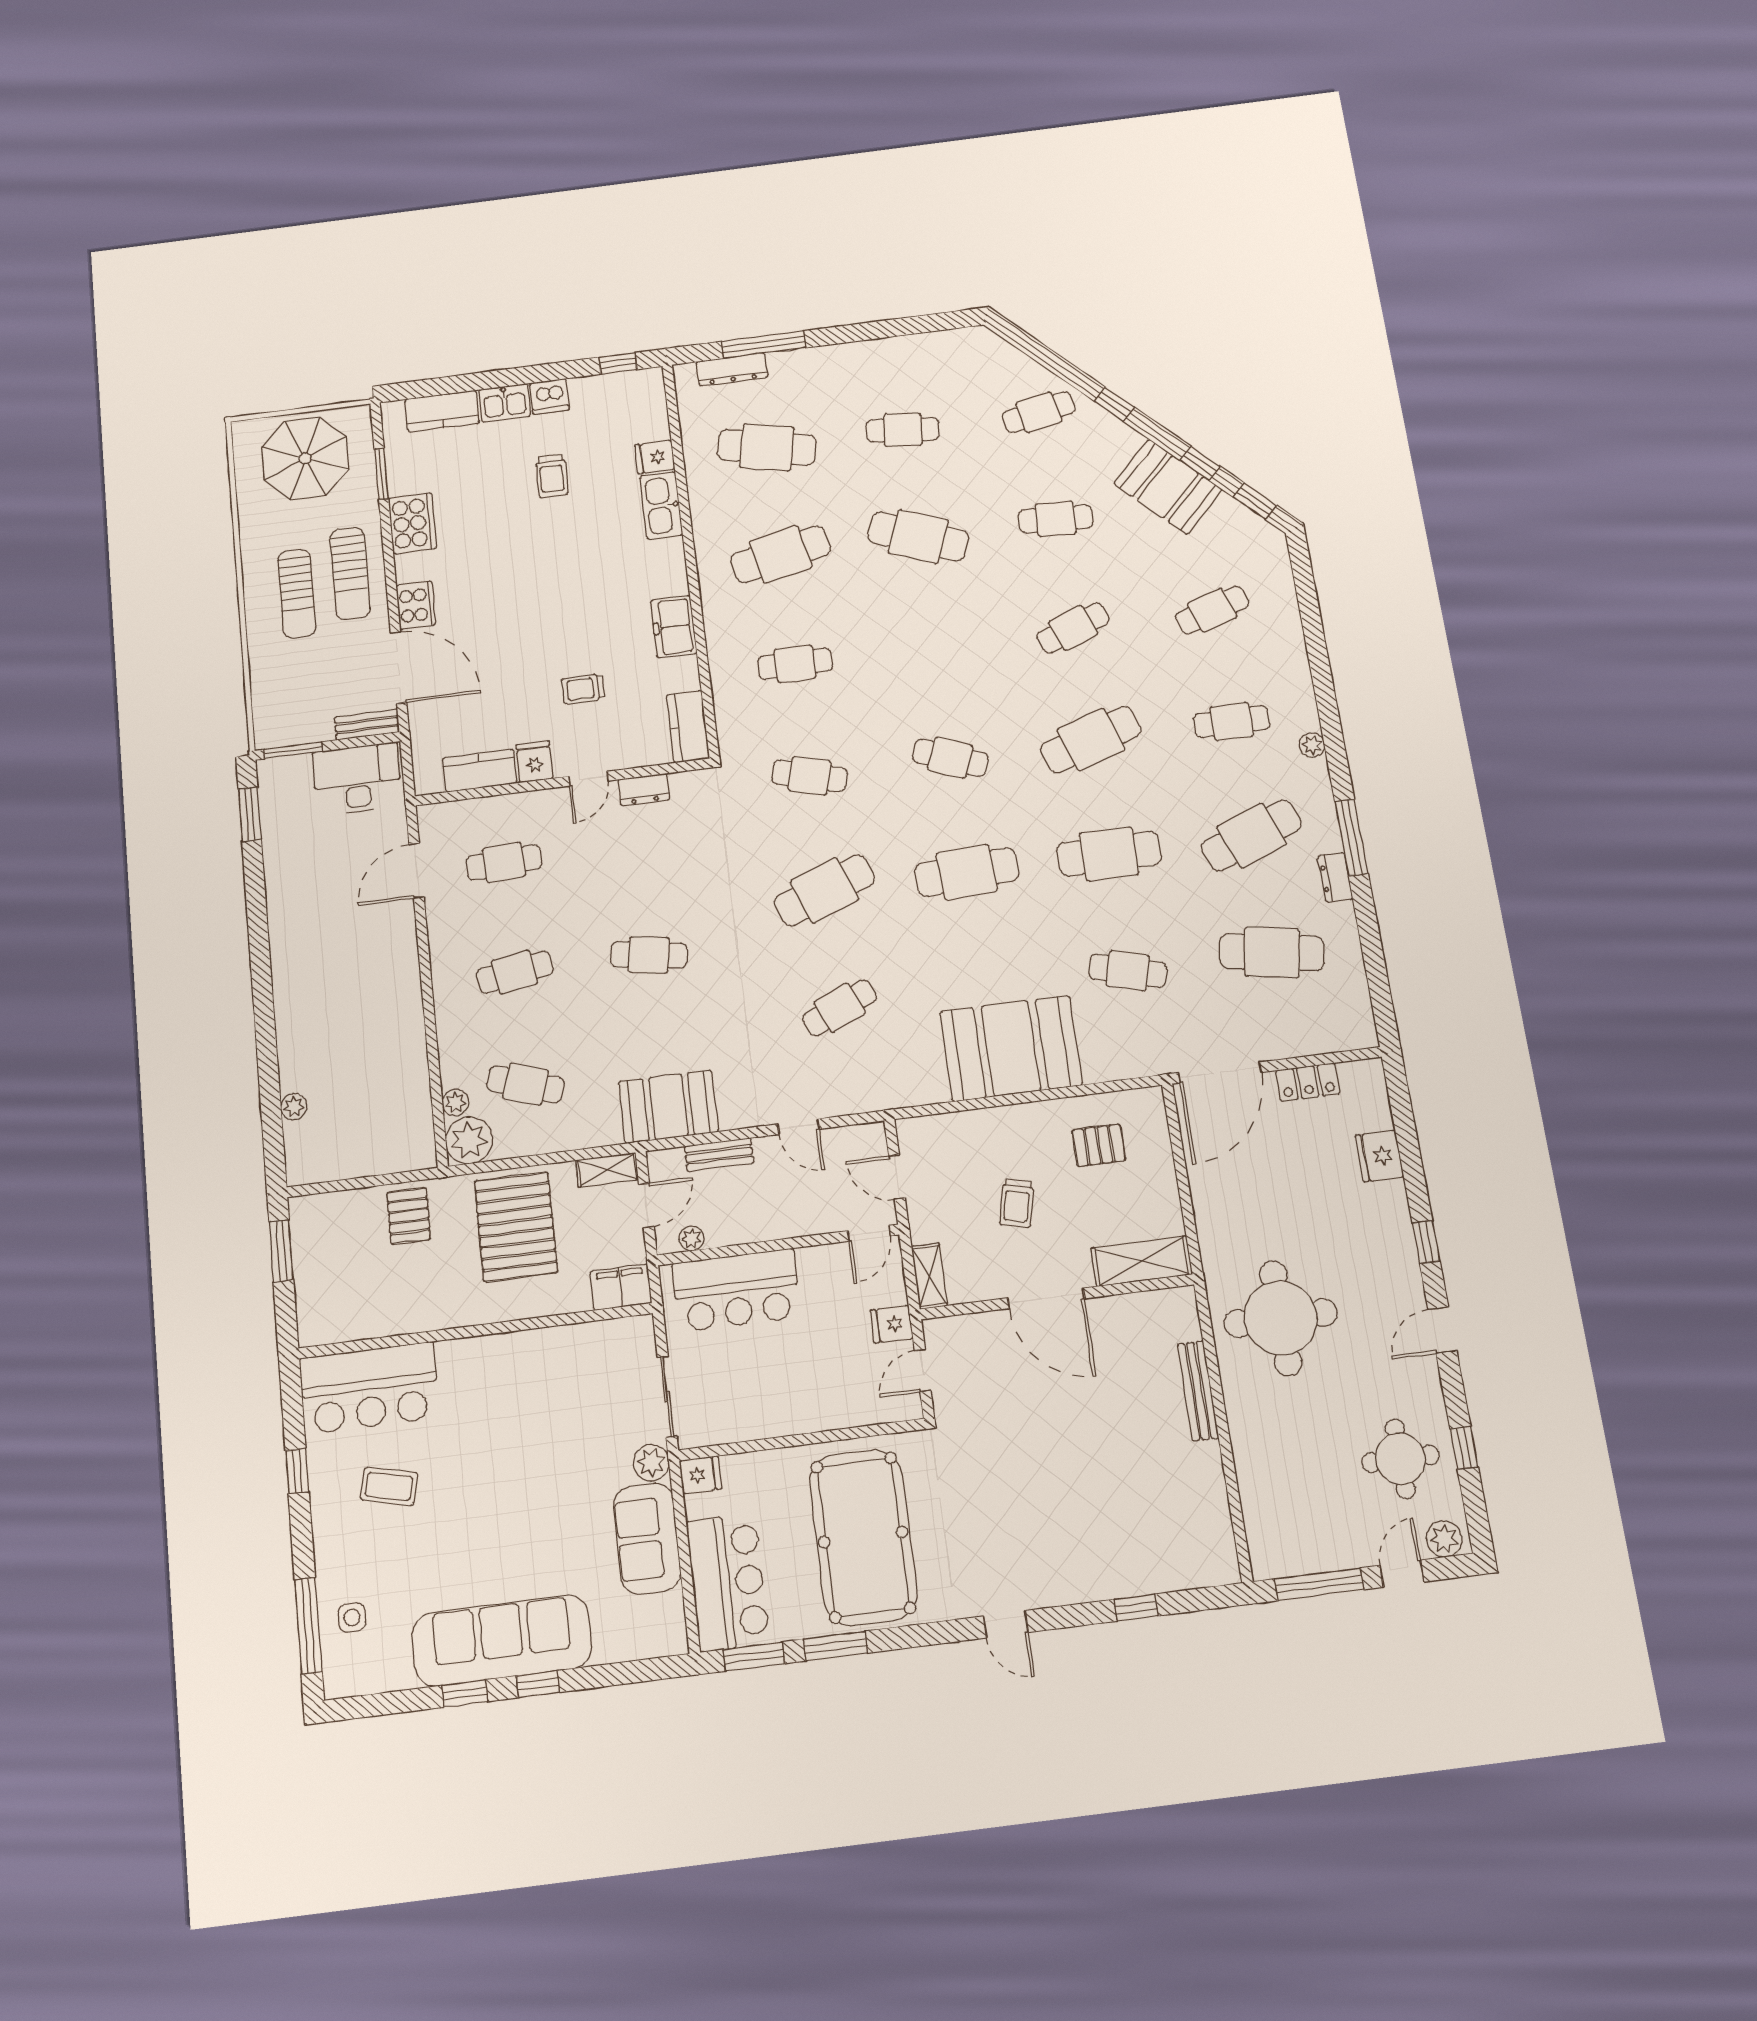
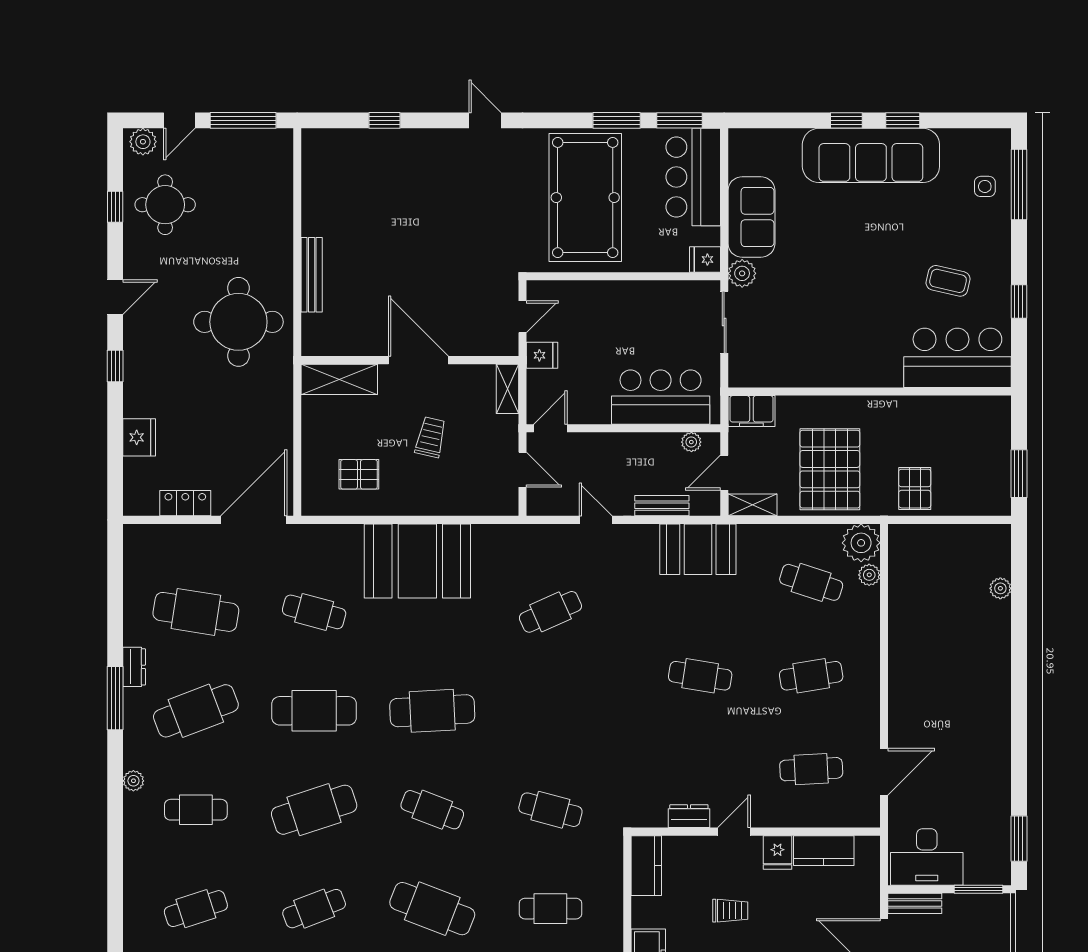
cafe table: (824, 890) -> (432, 909), moved, turned 42

